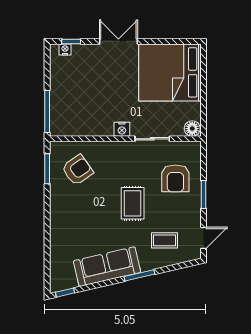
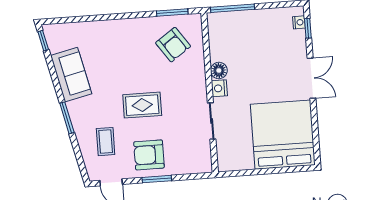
floor lamp: (192, 129) -> (219, 70), moved
armchair: (175, 178) -> (149, 155), moved
sofa: (107, 267) -> (71, 75), width x0.73

